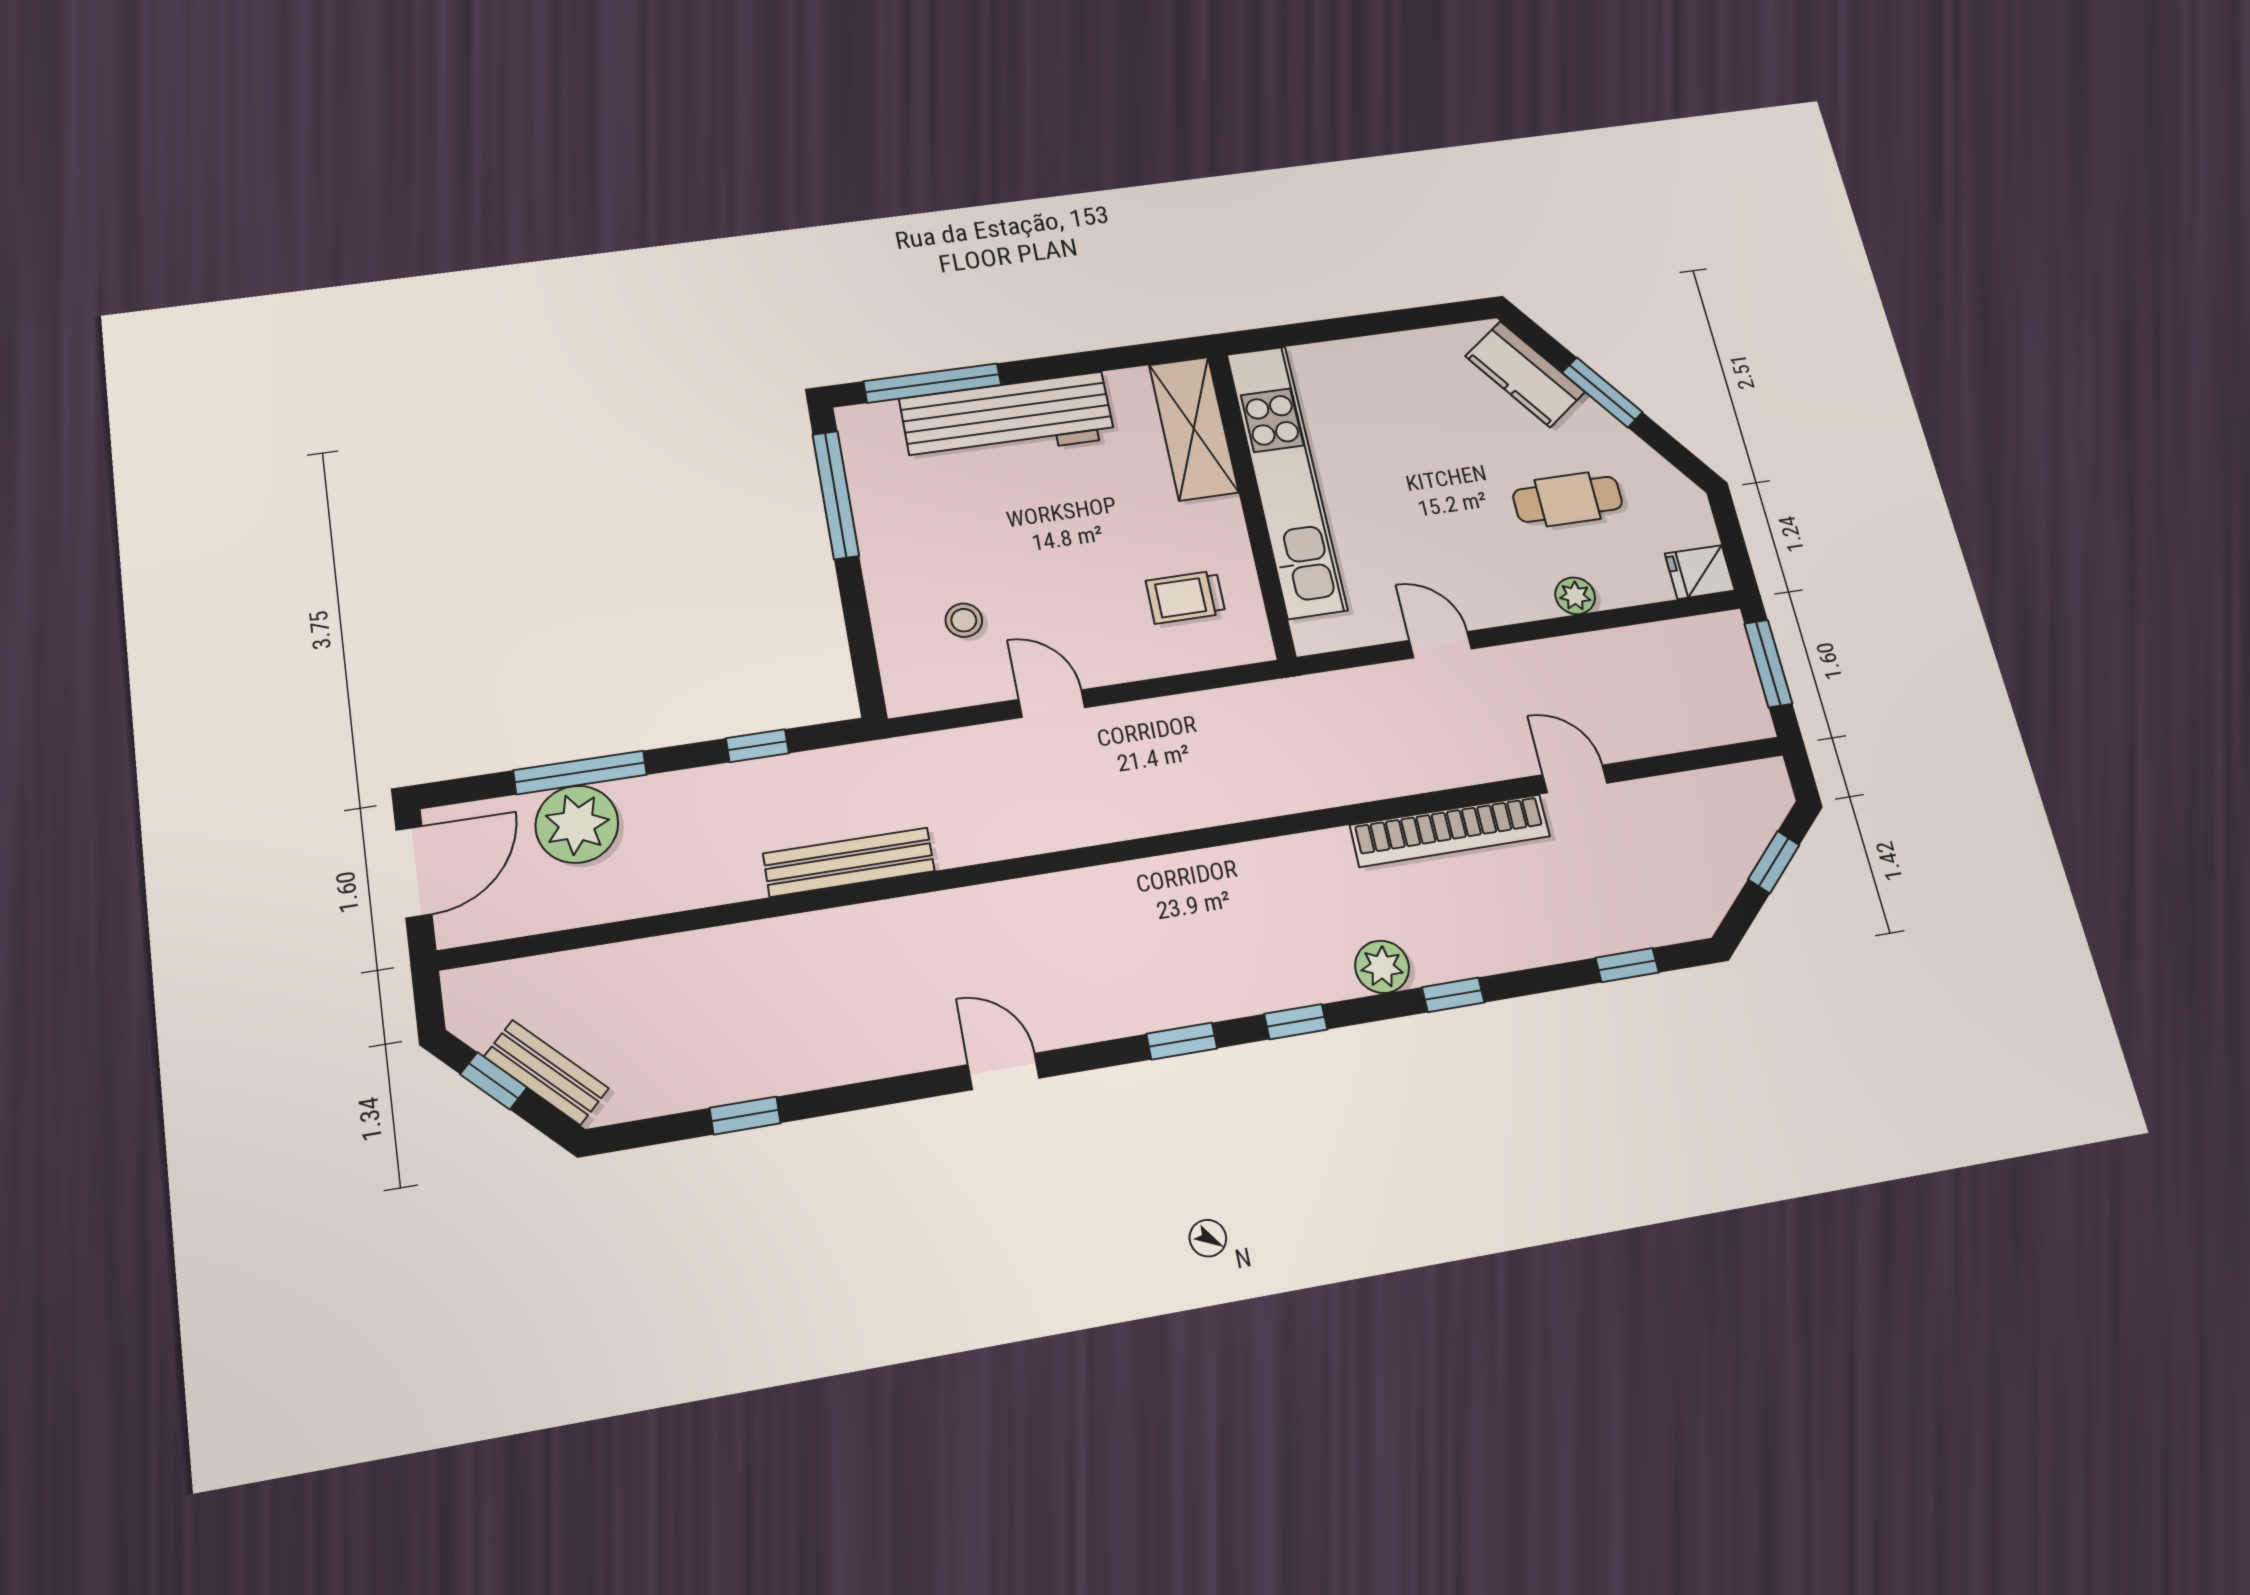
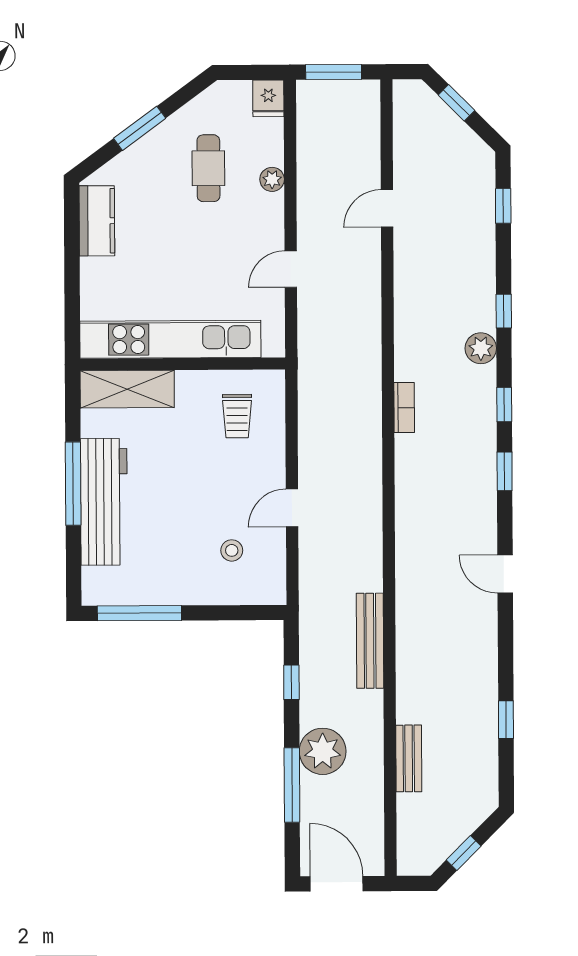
kitchen counter: (1525, 374) -> (97, 221), moved, turned -54
window: (932, 383) -> (73, 484), moved
plant: (577, 824) -> (323, 751), moved
bookcase: (1450, 831) -> (404, 408), moved, width x0.43, depth x0.76
door: (1004, 1071) -> (505, 574), hinge flipped
bench: (546, 1072) -> (409, 758), moved, turned -45

